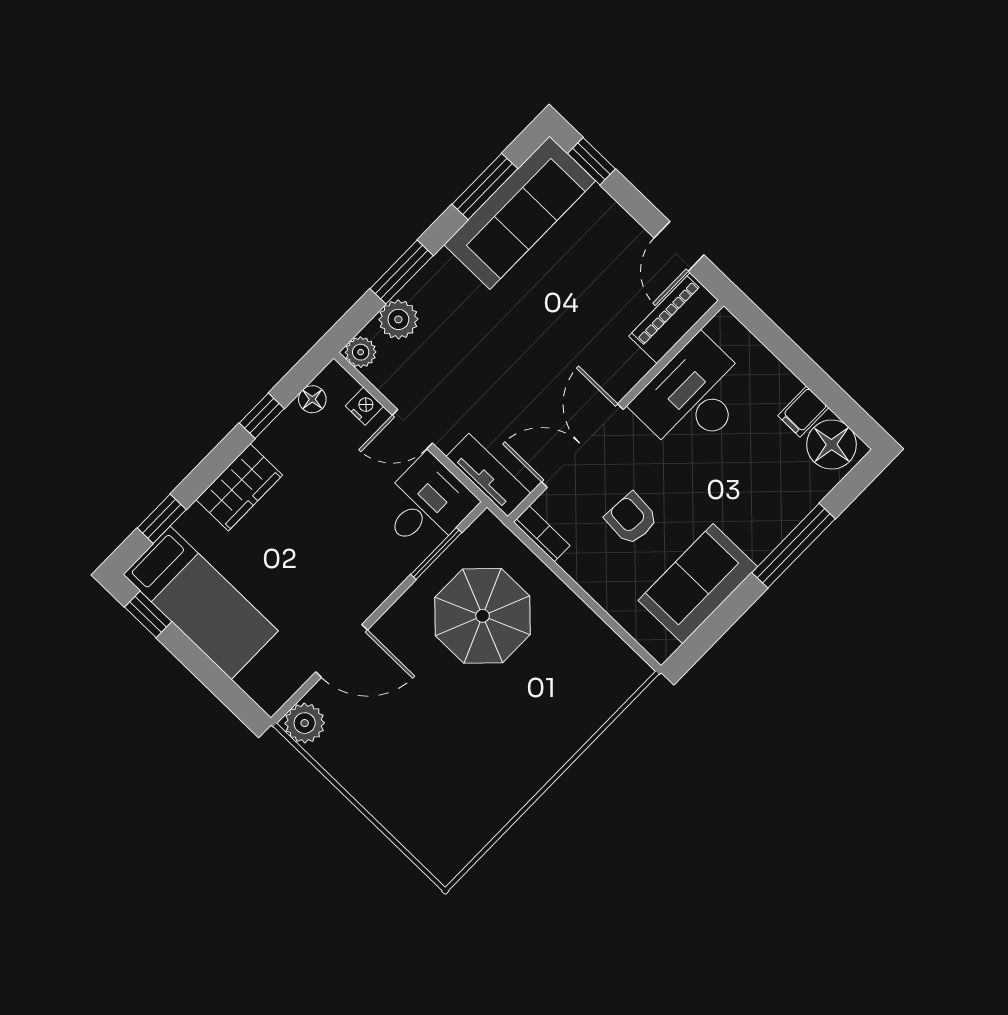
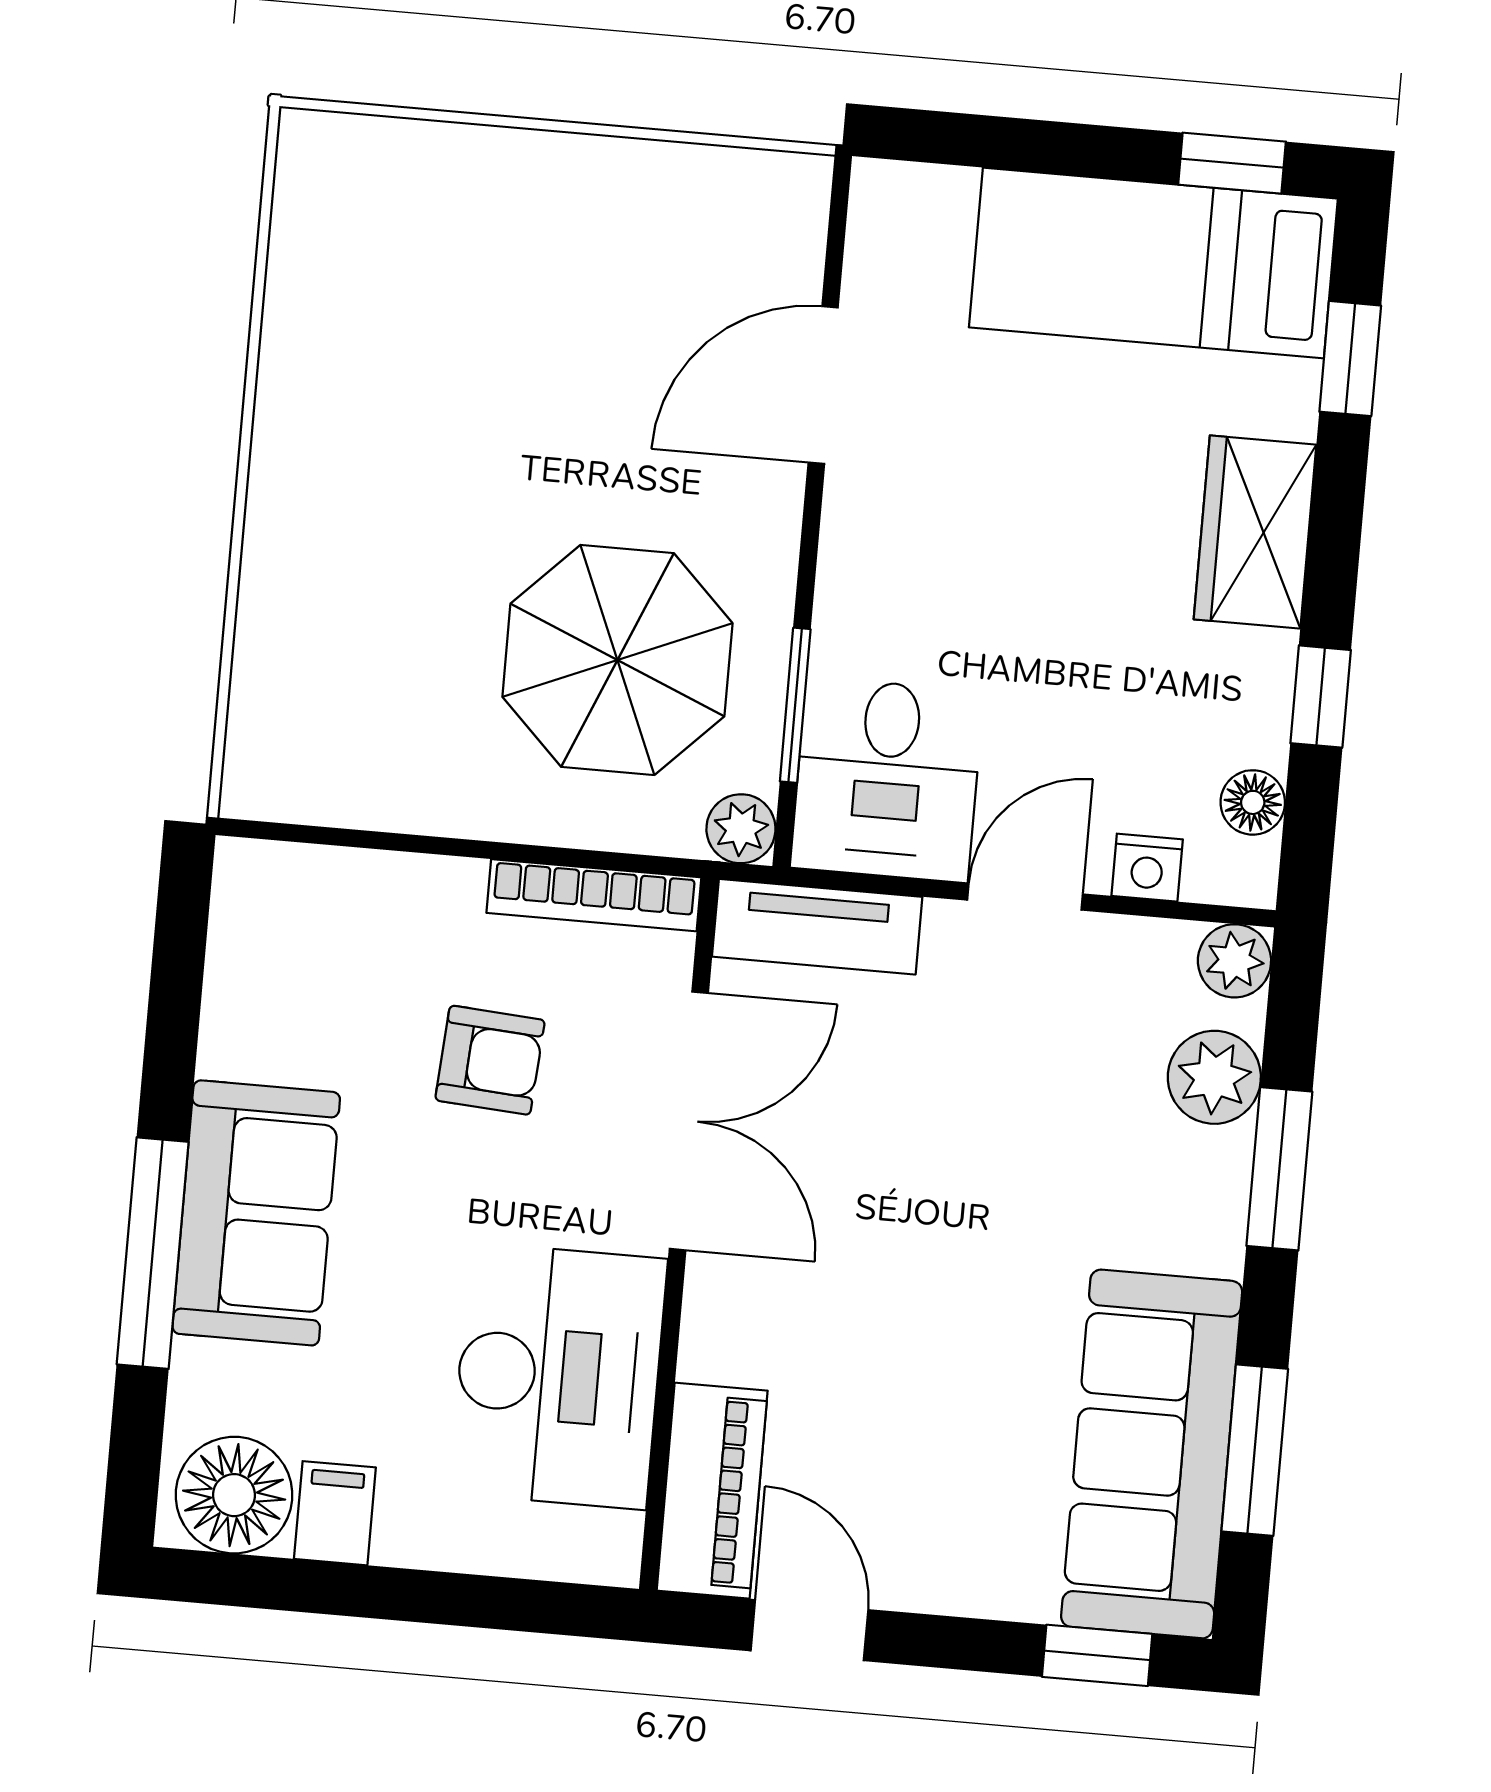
bookcase: (542, 534) -> (594, 895), width x1.56
sofa: (698, 584) -> (256, 1213), moved
plant: (305, 723) -> (741, 829), moved, width x0.73, depth x0.73

